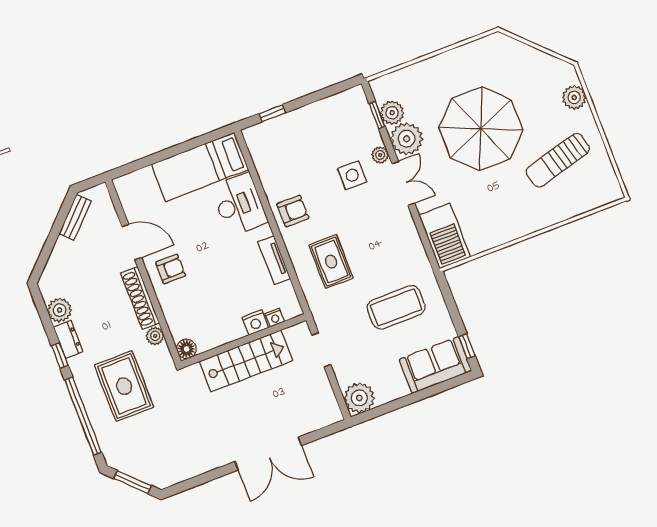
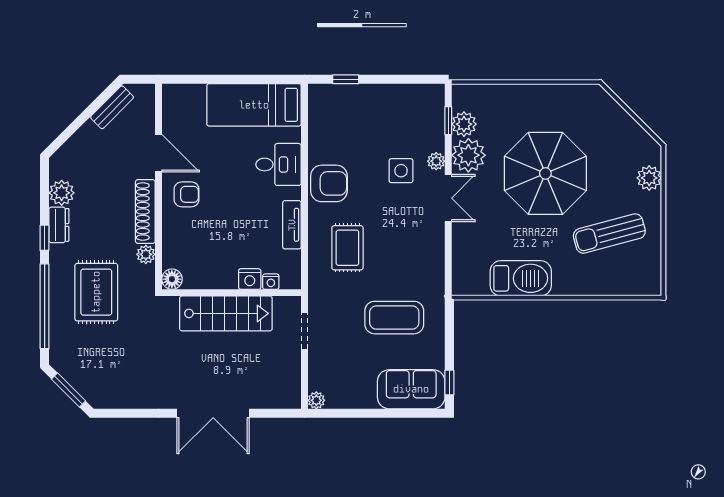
desk: (239, 204) -> (278, 164), width x0.73
armchair: (293, 211) -> (329, 183), width x1.38, depth x1.38
barbecue: (445, 236) -> (521, 278), moved, turned -90
plant: (359, 398) -> (316, 400), width x0.53, depth x0.53

